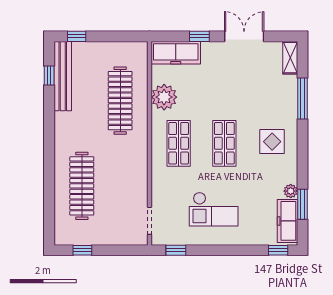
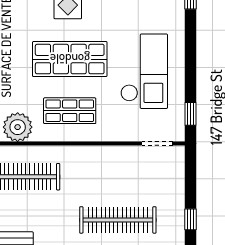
shop shelf: (224, 143) -> (70, 59), width x1.43, depth x1.36
checkout: (214, 209) -> (144, 71), width x1.36, depth x1.21

